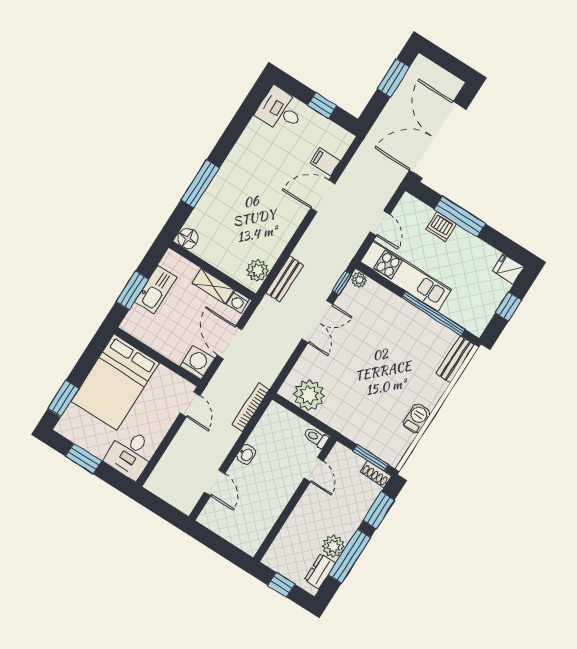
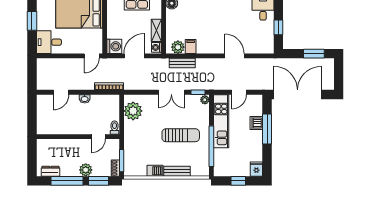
filing cabinet: (325, 162) -> (191, 47), moved
sun lounger: (388, 348) -> (181, 135), added
bench: (455, 359) -> (177, 171), moved
plant: (333, 546) -> (86, 170), moved
window: (281, 585) -> (32, 156), removed

